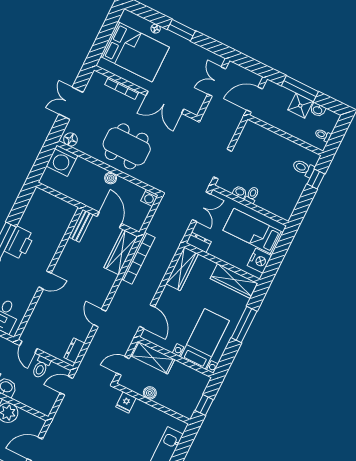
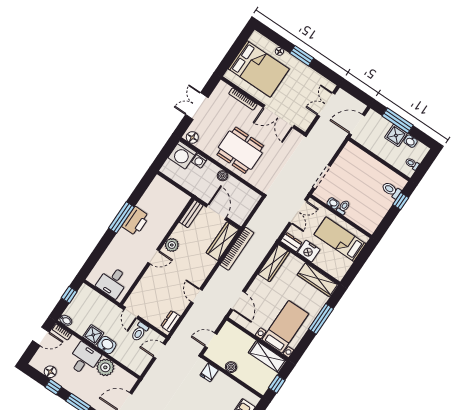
washing machine: (149, 198) -> (199, 161), moved
nightstand: (259, 261) -> (309, 251), moved, turned 90
plant: (64, 264) -> (172, 245), added
shelving: (152, 358) -> (267, 357), moved

